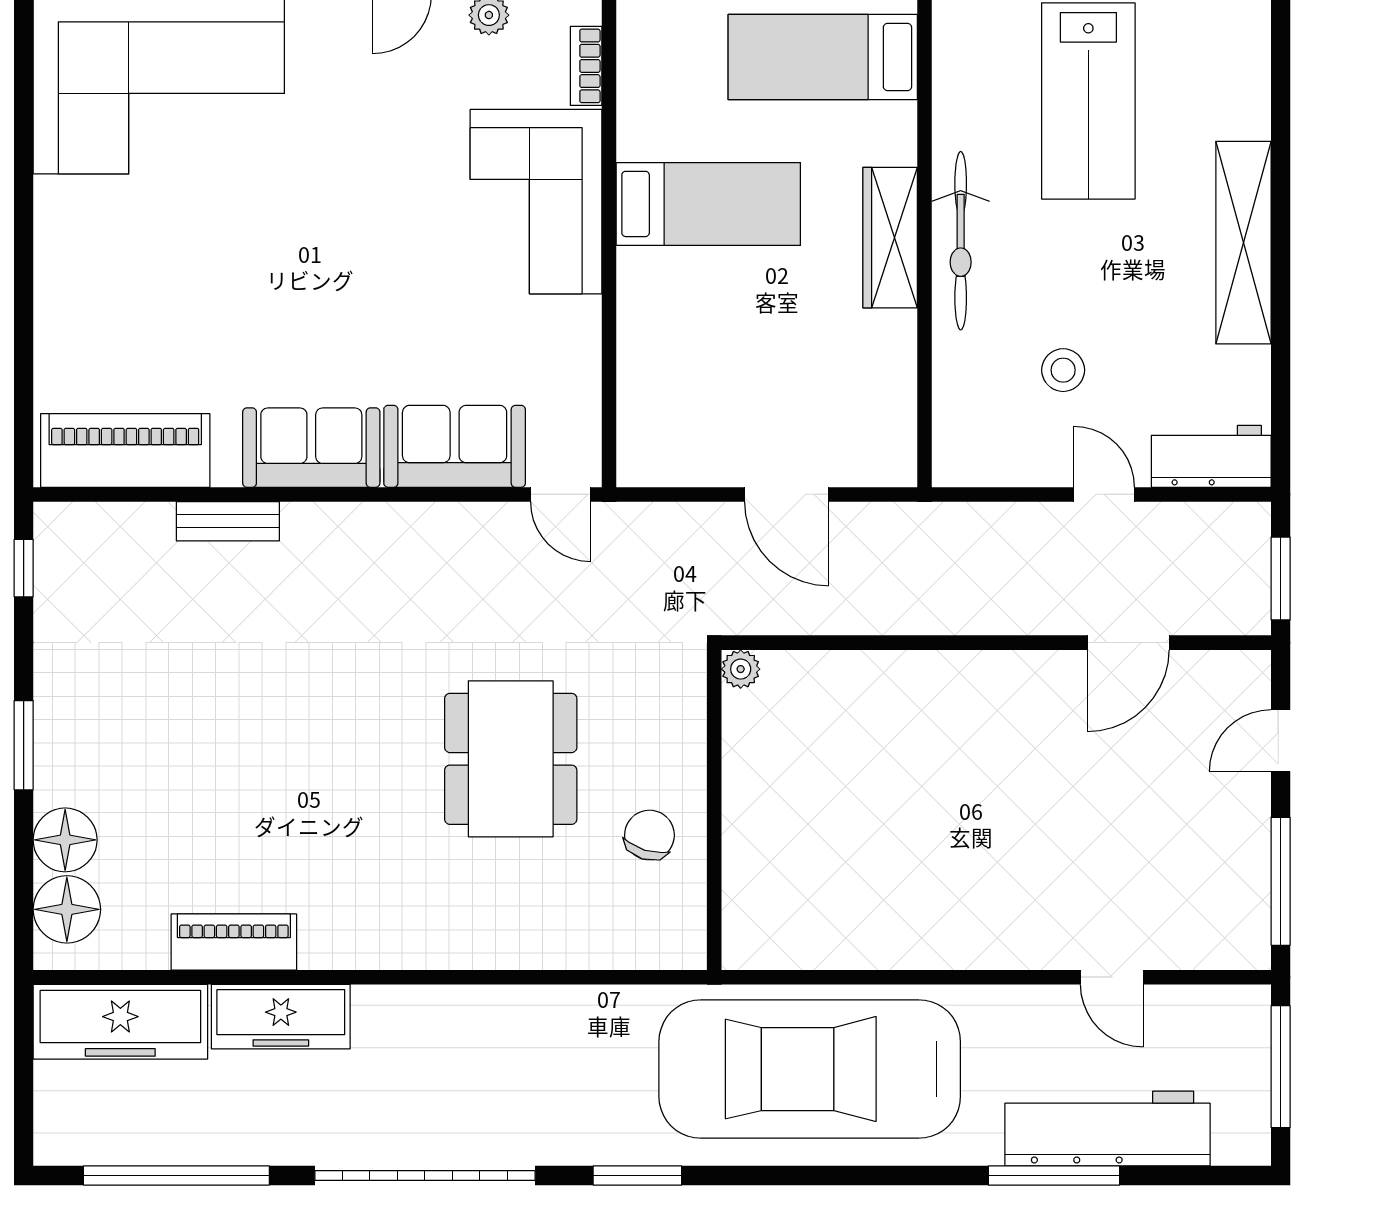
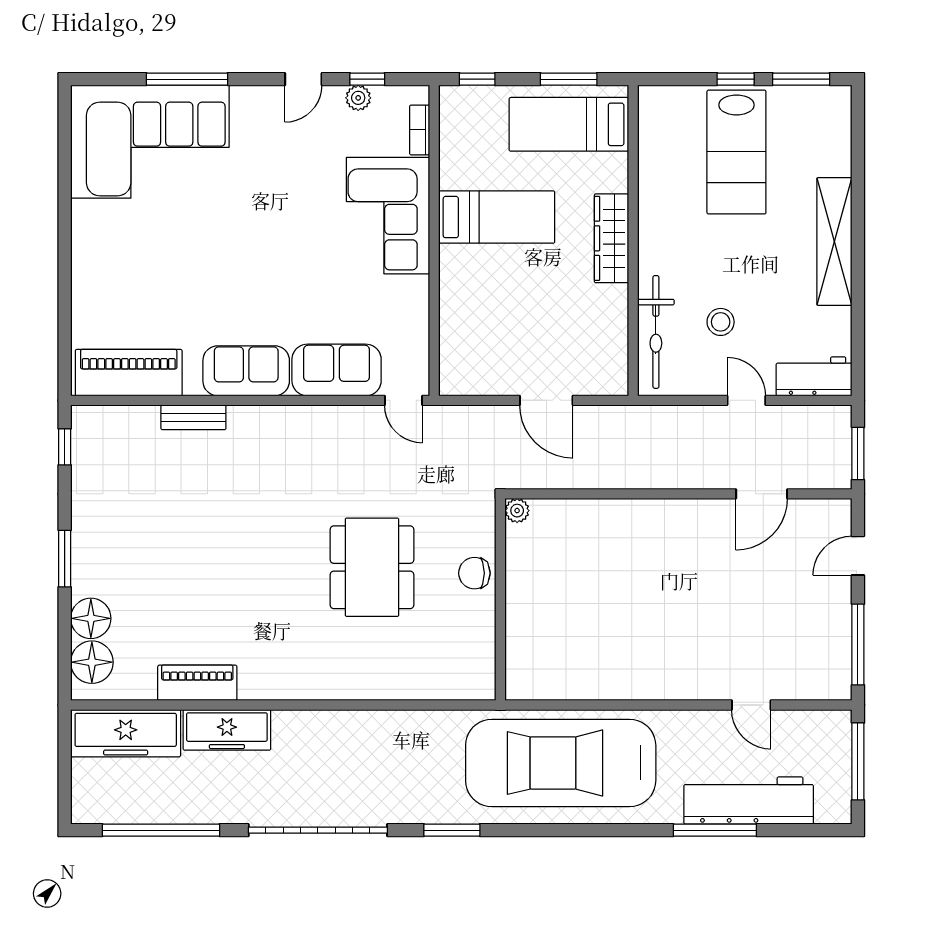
bicycle: (961, 241) -> (656, 332), moved
chair: (649, 835) -> (474, 573), moved, turned -107

